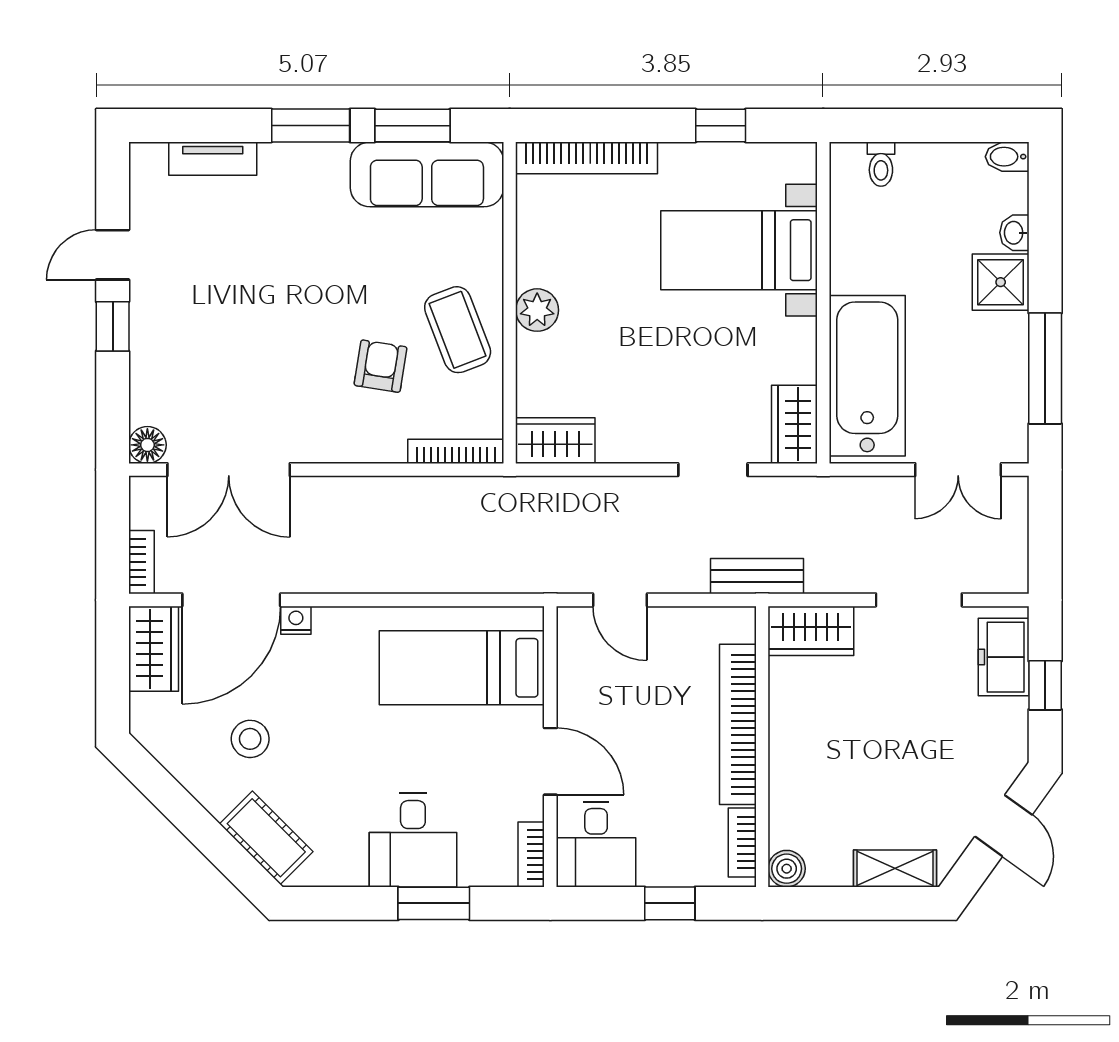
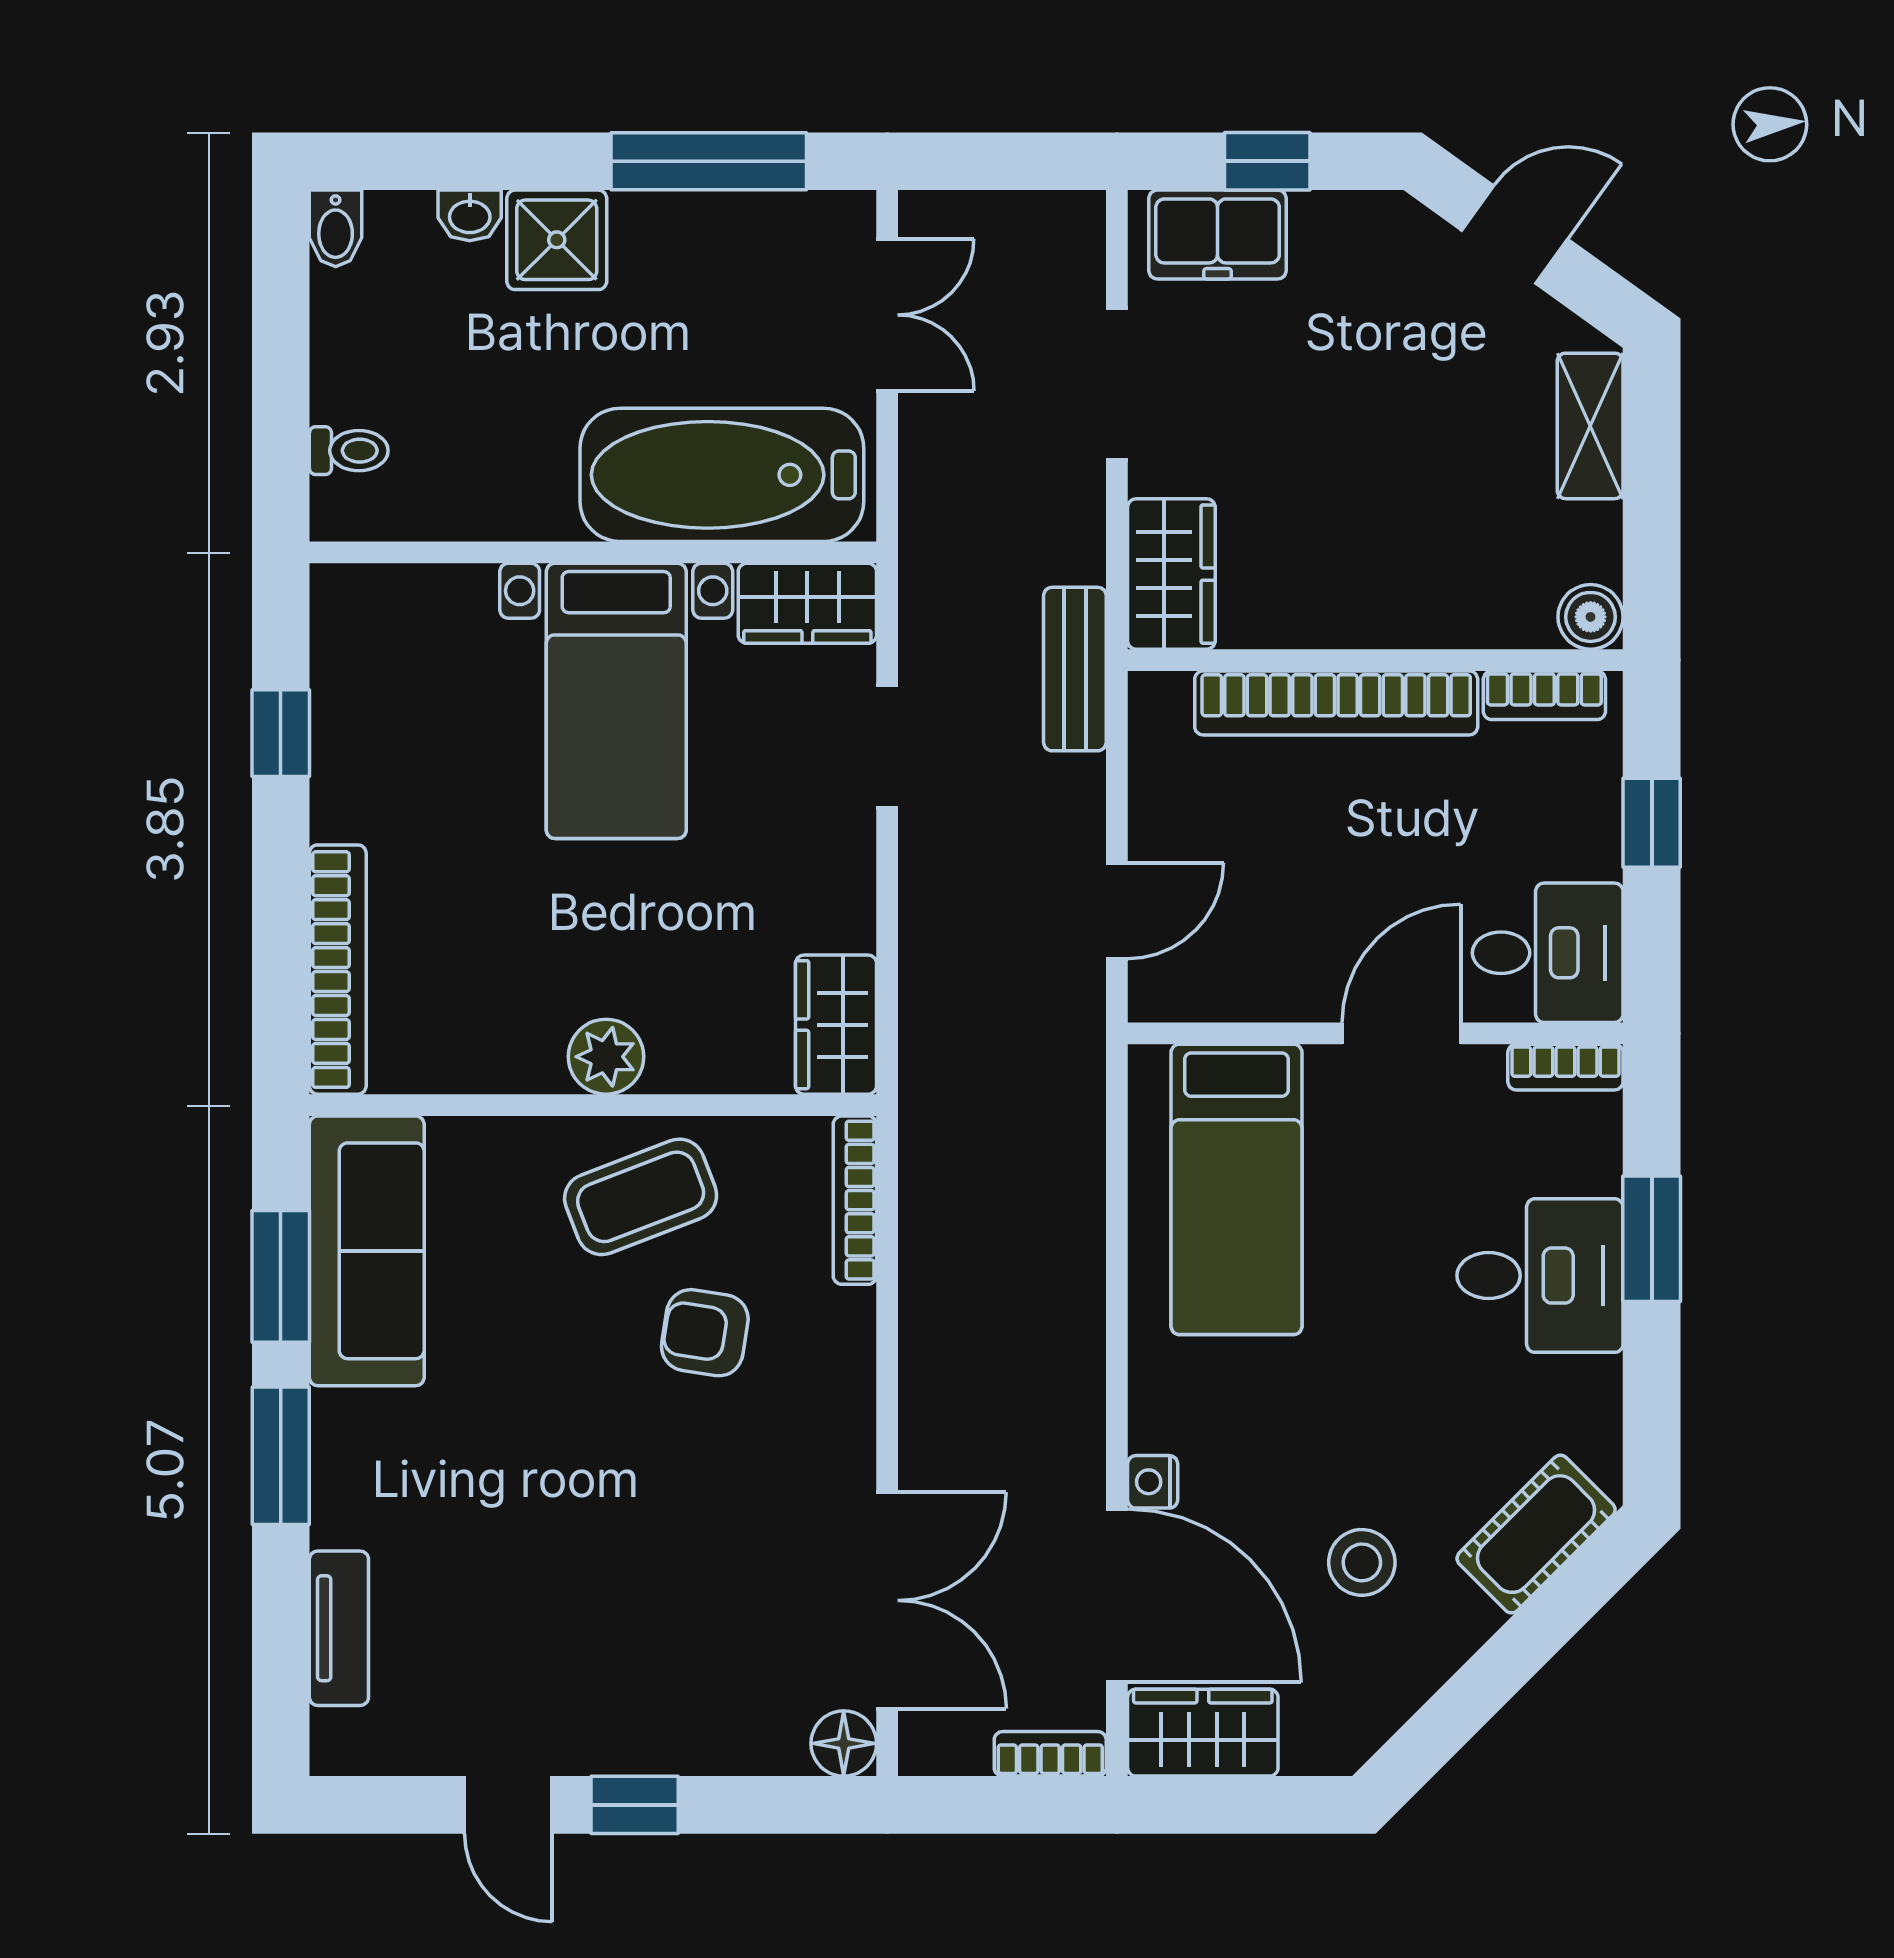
bed with nightstands: (739, 250) -> (616, 701), moved

